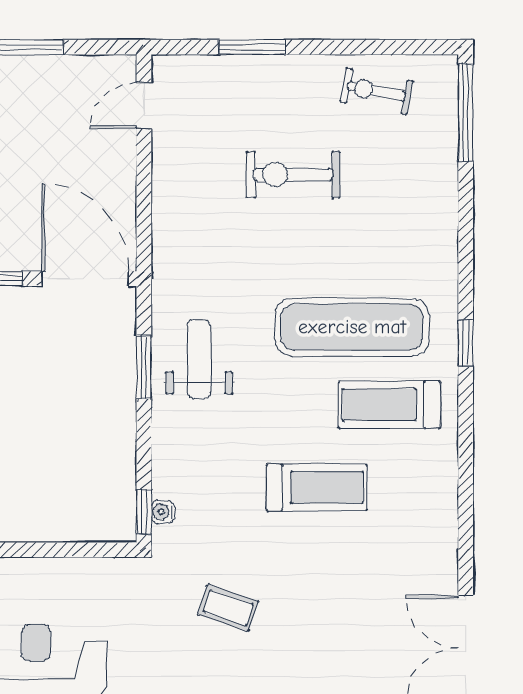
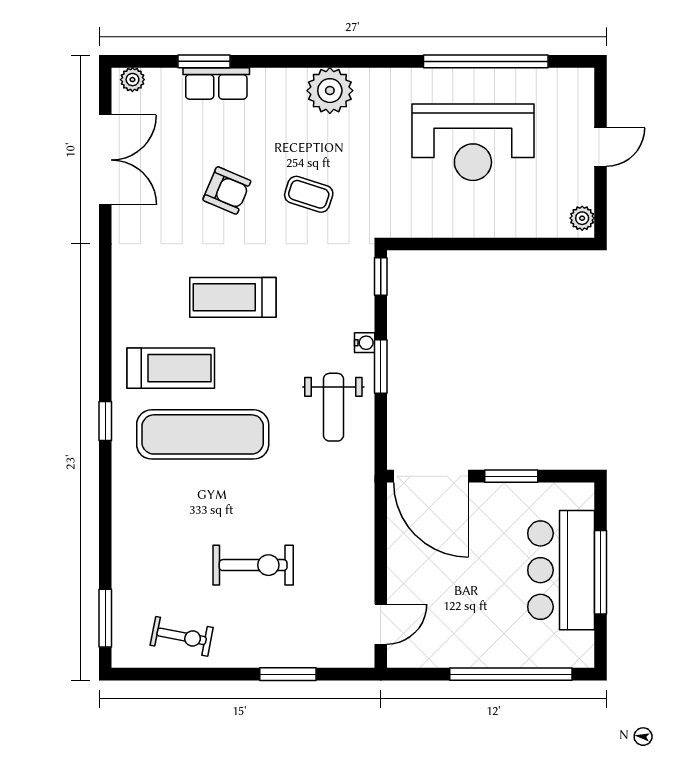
window: (466, 113) -> (105, 618), width x0.69
window: (144, 367) -> (381, 366), moved
water cooler: (163, 512) -> (365, 343), moved
armchair: (324, 612) -> (227, 190), added

